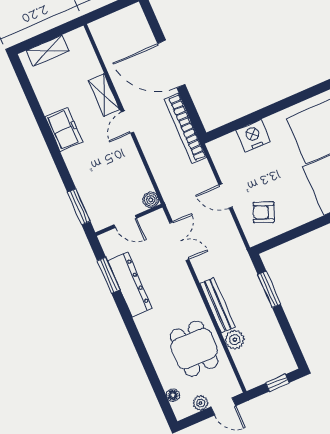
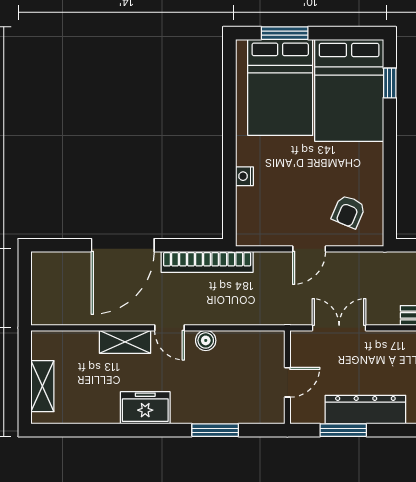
nightstand: (253, 136) -> (244, 176), width x0.53, depth x0.56
boiler: (151, 200) -> (206, 340), moved
window: (79, 207) -> (215, 430), moved

